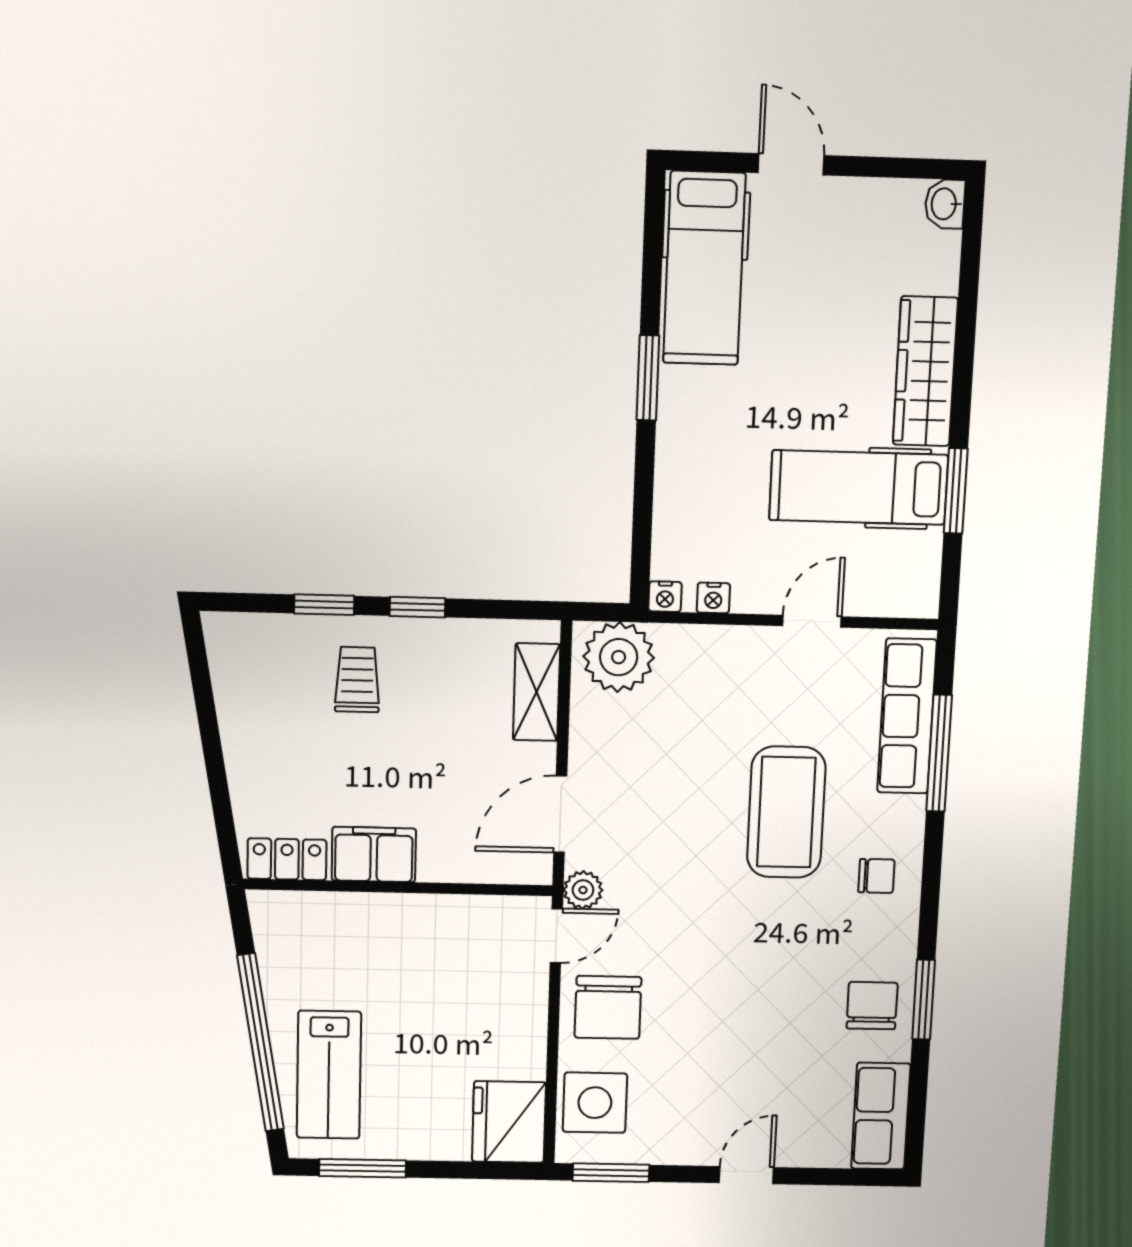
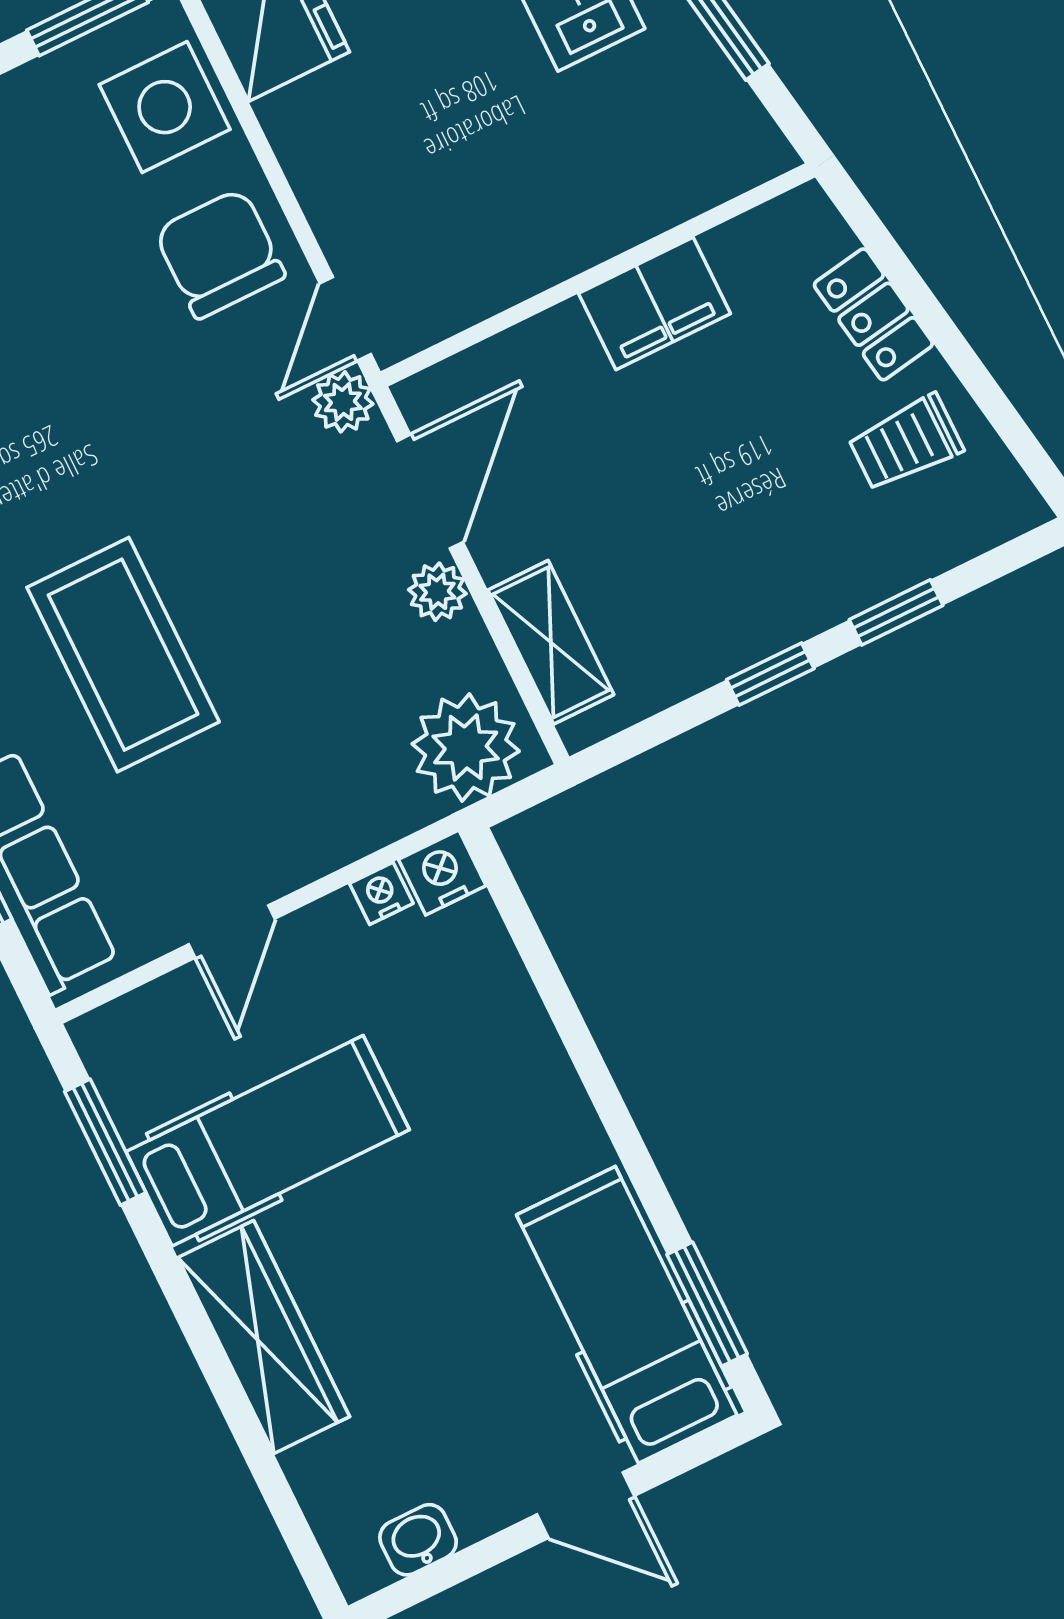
washbasin: (945, 204) -> (418, 1540), moved, turned -90
window: (648, 378) -> (707, 1304), moved
window: (956, 491) -> (105, 1142), moved
nightstand: (665, 597) -> (442, 873), width x1.39, depth x1.35
trolley: (357, 680) -> (906, 443), moved, turned 90
plant: (587, 755) -> (437, 592), added
locker: (287, 859) -> (873, 314), moved, turned 81

